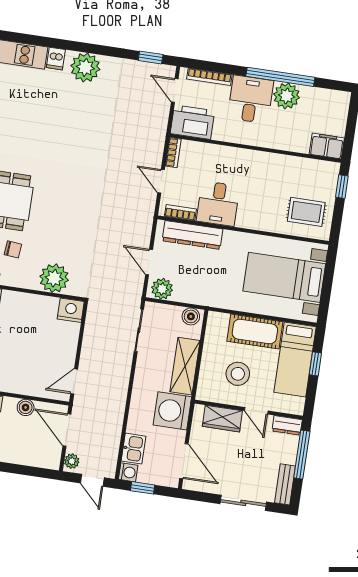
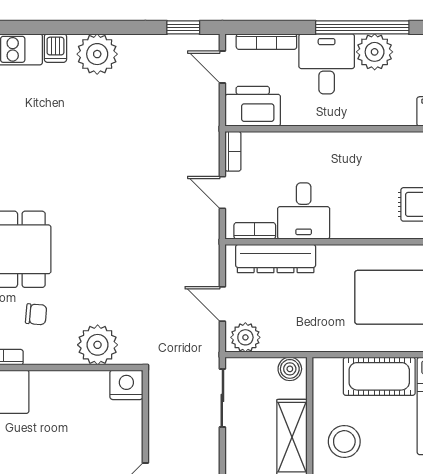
stool: (238, 374) -> (344, 442), moved

